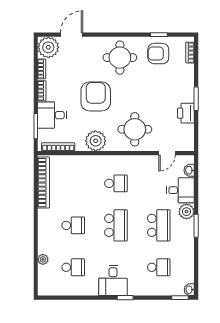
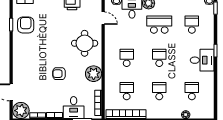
armchair: (158, 54) -> (26, 25), turned 180
round table: (120, 58) -> (29, 55), removed
armchair: (96, 96) -> (59, 74), width x0.53, depth x0.53
school desk: (73, 183) -> (127, 91), added
school desk: (116, 225) -> (159, 58), width x0.54

